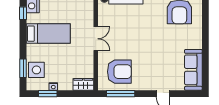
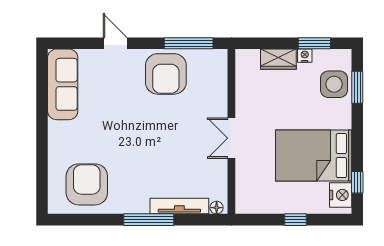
bed: (48, 34) -> (314, 156), width x1.50
armchair: (119, 72) -> (166, 74), moved, turned -90
wardrobe: (83, 84) -> (278, 59), moved

